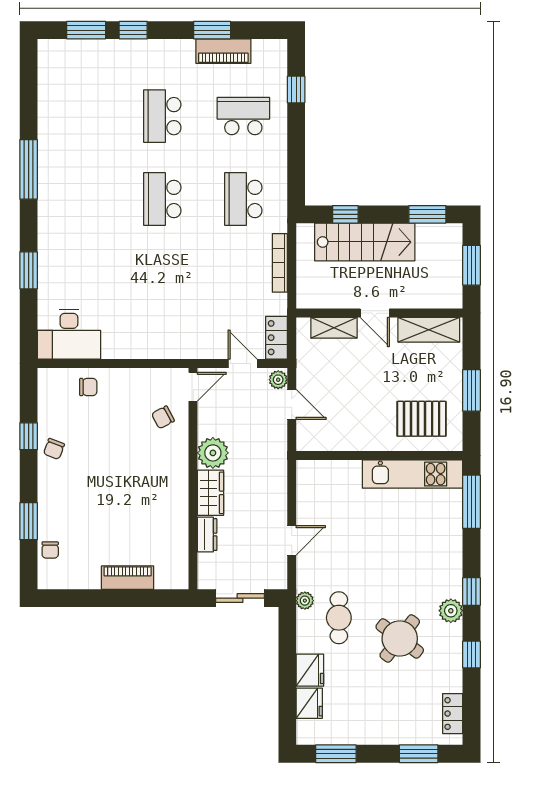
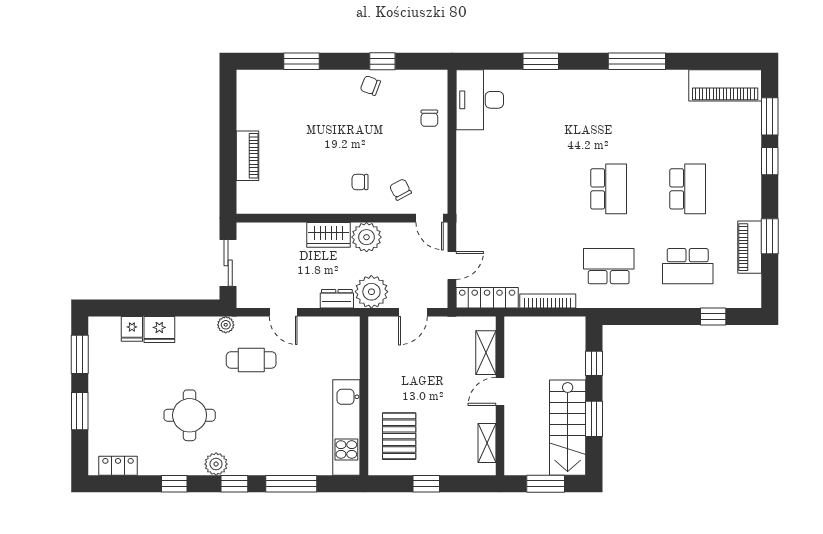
piano: (54, 77) -> (725, 85), added
school desk: (162, 116) -> (688, 189), turned 90
school desk: (243, 116) -> (688, 266), turned 90
school desk: (162, 199) -> (609, 189), turned 90
window: (427, 214) -> (594, 419), moved
stairs: (365, 242) -> (568, 428), moved
shelving: (429, 330) -> (487, 443), width x0.67, depth x0.75
locker: (277, 338) -> (487, 298), width x1.53
plant: (278, 380) -> (371, 292), moved, width x1.88, depth x1.88
window: (471, 390) -> (426, 484), width x0.67
window: (471, 502) -> (291, 484), moved
dresser: (207, 535) -> (337, 299), moved, turned 180
chair: (50, 550) -> (360, 182), moved
cafe table: (339, 618) -> (251, 360), moved
round table: (400, 638) -> (190, 415), turned -37
fridge: (309, 703) -> (132, 329), width x0.72
window: (419, 754) -> (80, 411), moved

